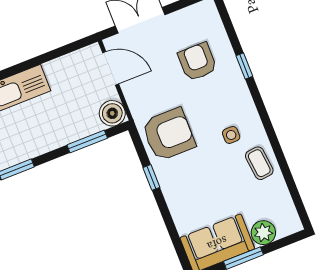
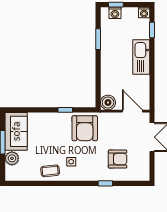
door: (111, 68) -> (132, 111), swing flipped
window: (87, 142) -> (98, 83), removed

